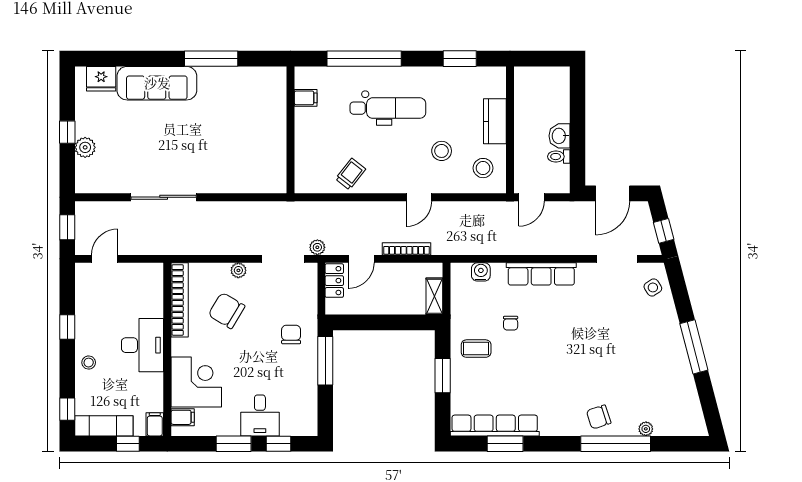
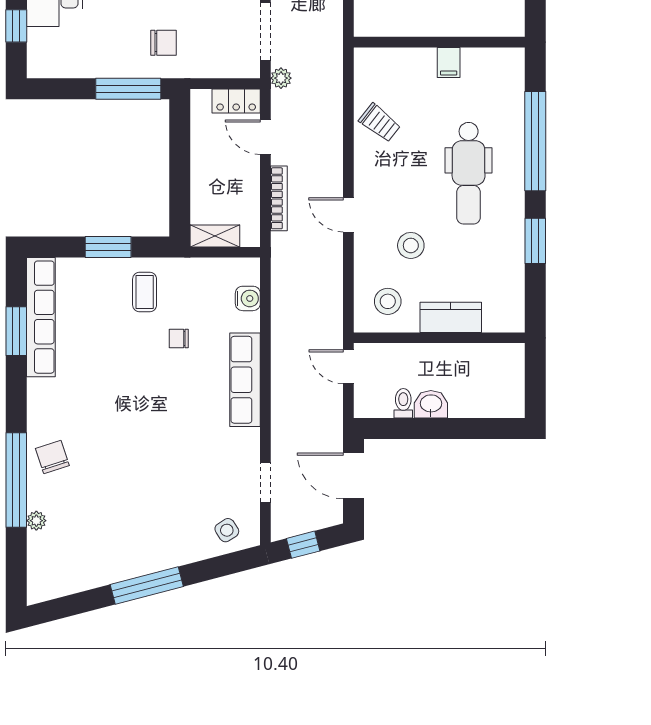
window: (460, 59) -> (535, 241), moved
filing cabinet: (306, 98) -> (449, 62), moved
doorway: (617, 259) -> (265, 482), width x0.73

